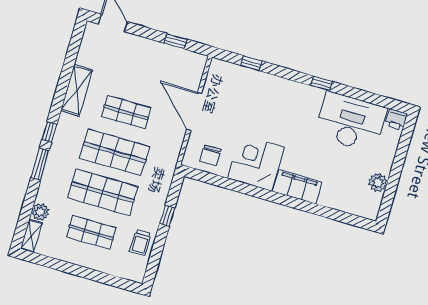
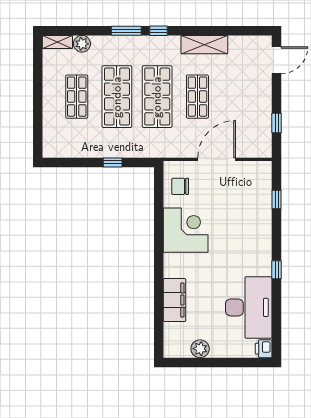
filing cabinet: (297, 187) -> (175, 300), moved
trolley: (140, 243) -> (80, 145), removed

